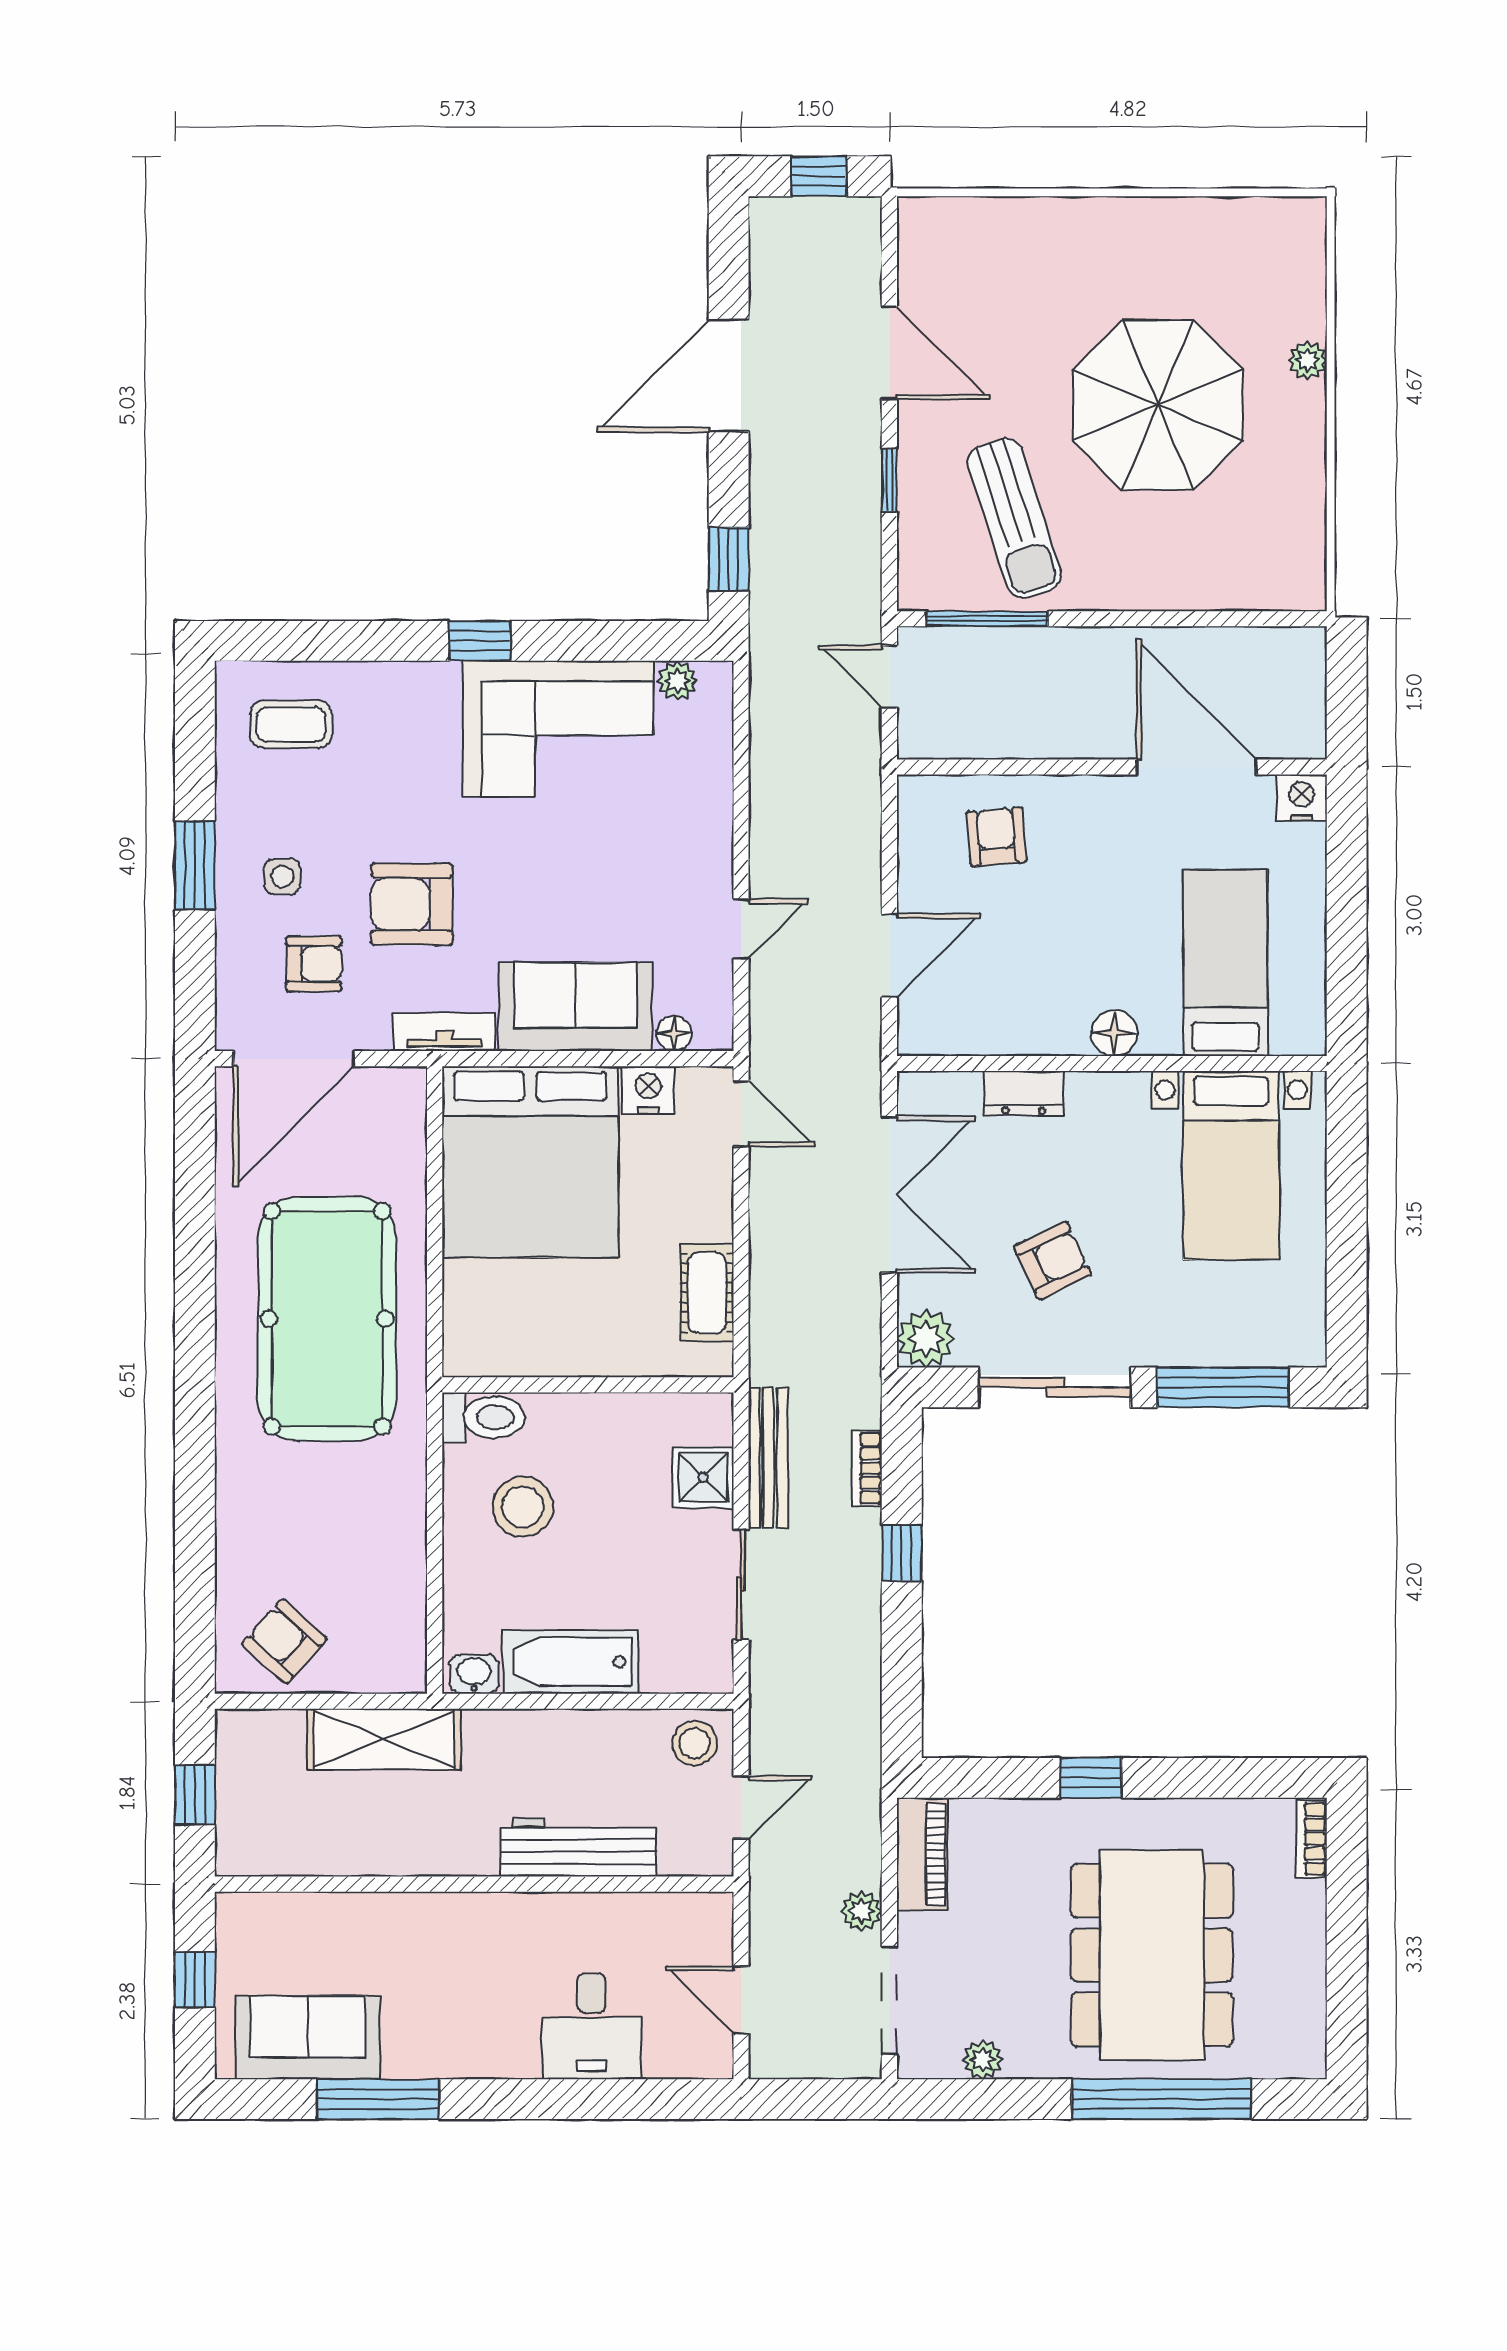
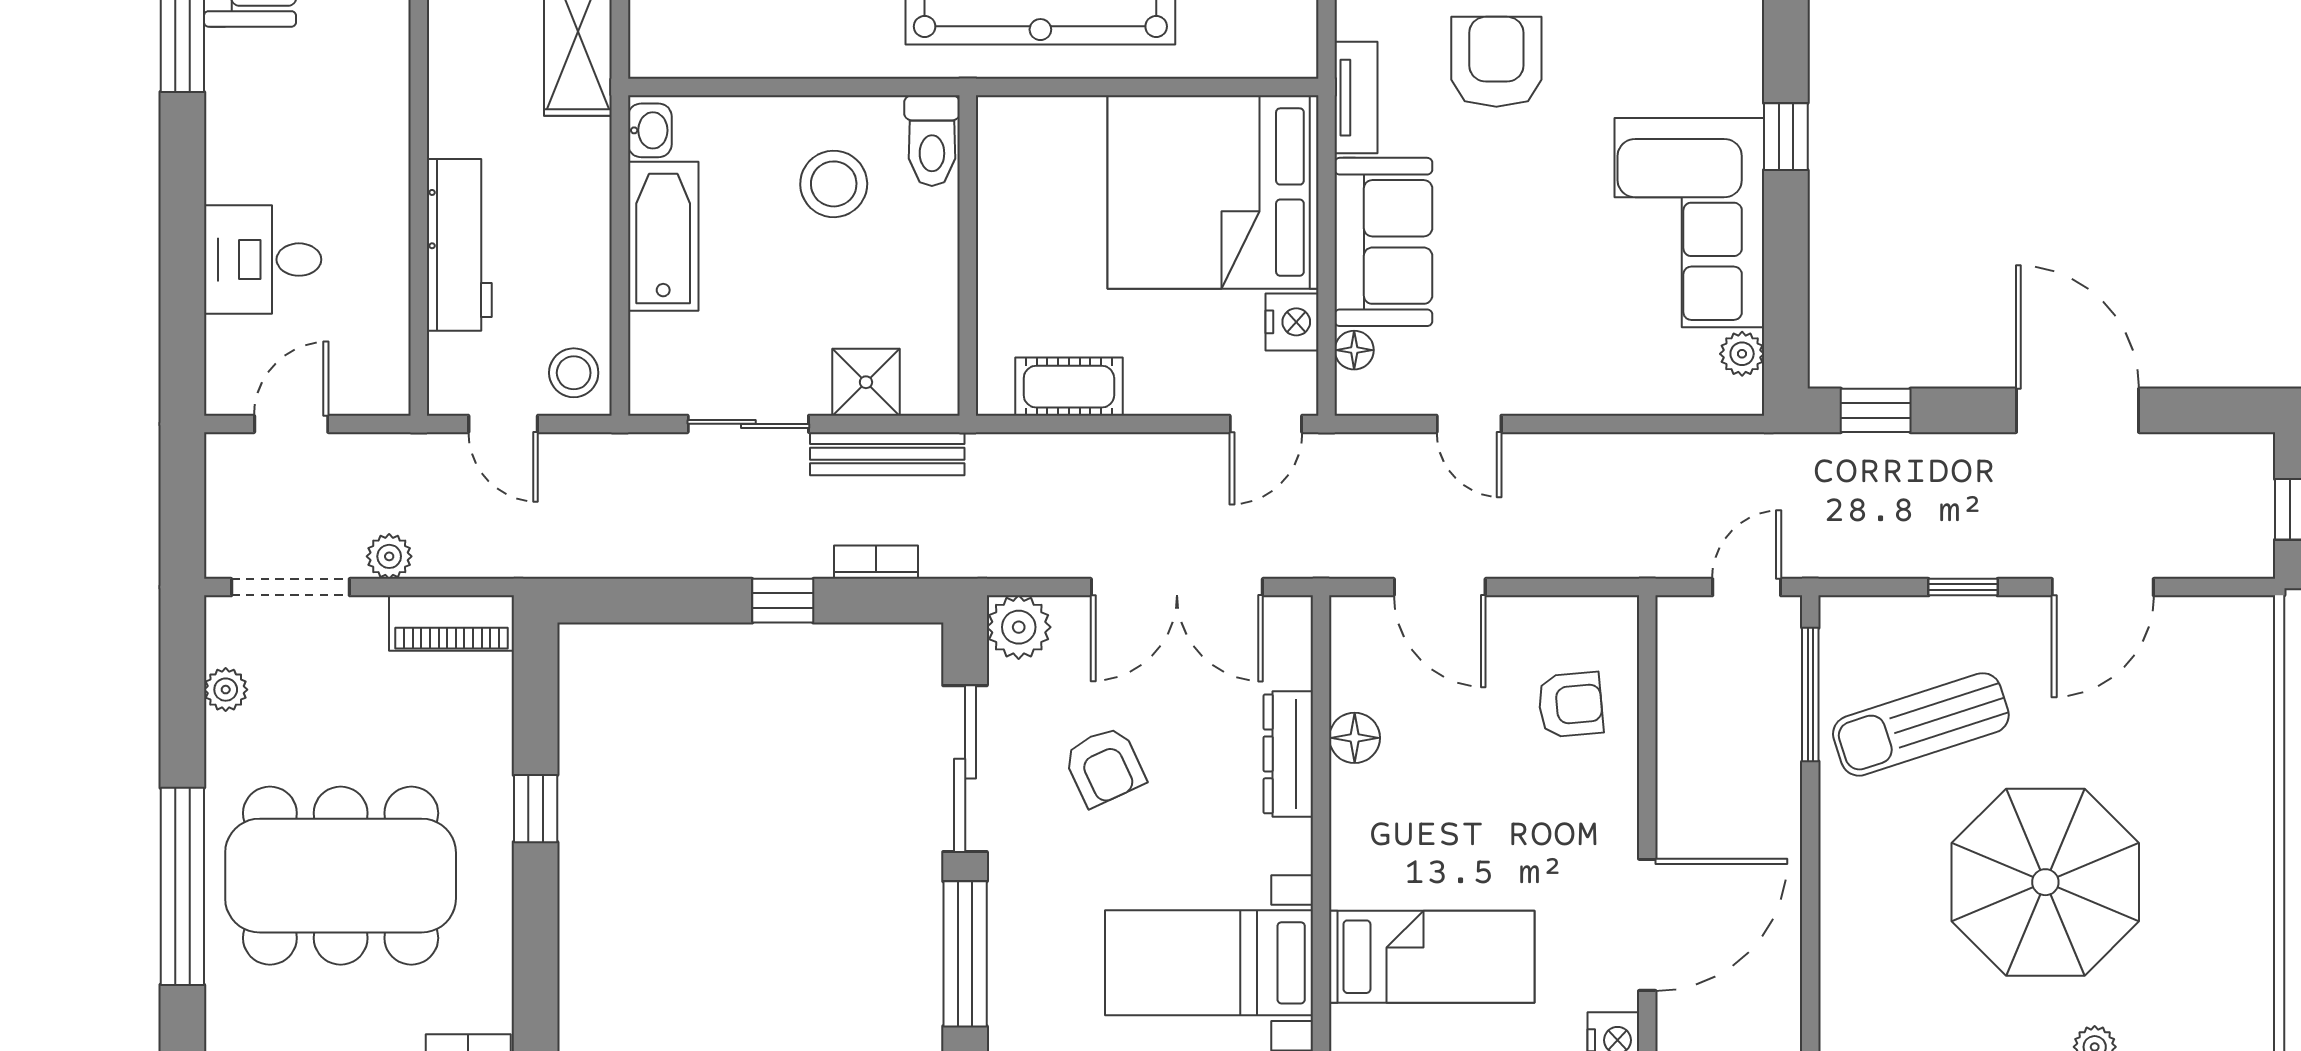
floor lamp: (1114, 1033) -> (1355, 738), moved
dresser: (1024, 1093) -> (1288, 754), width x1.44

